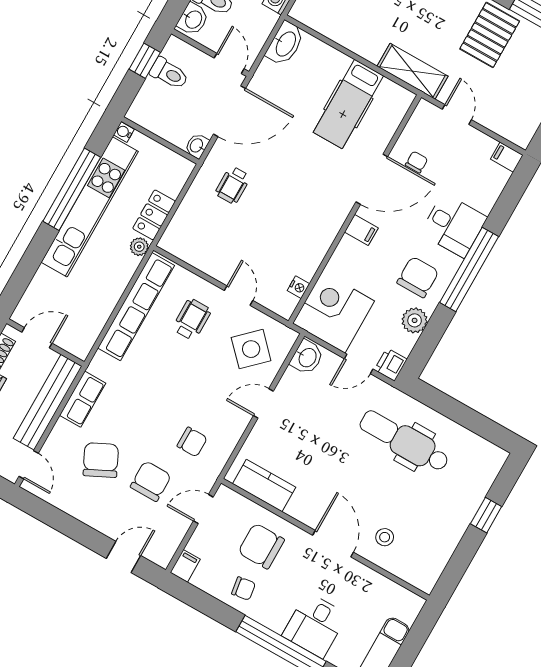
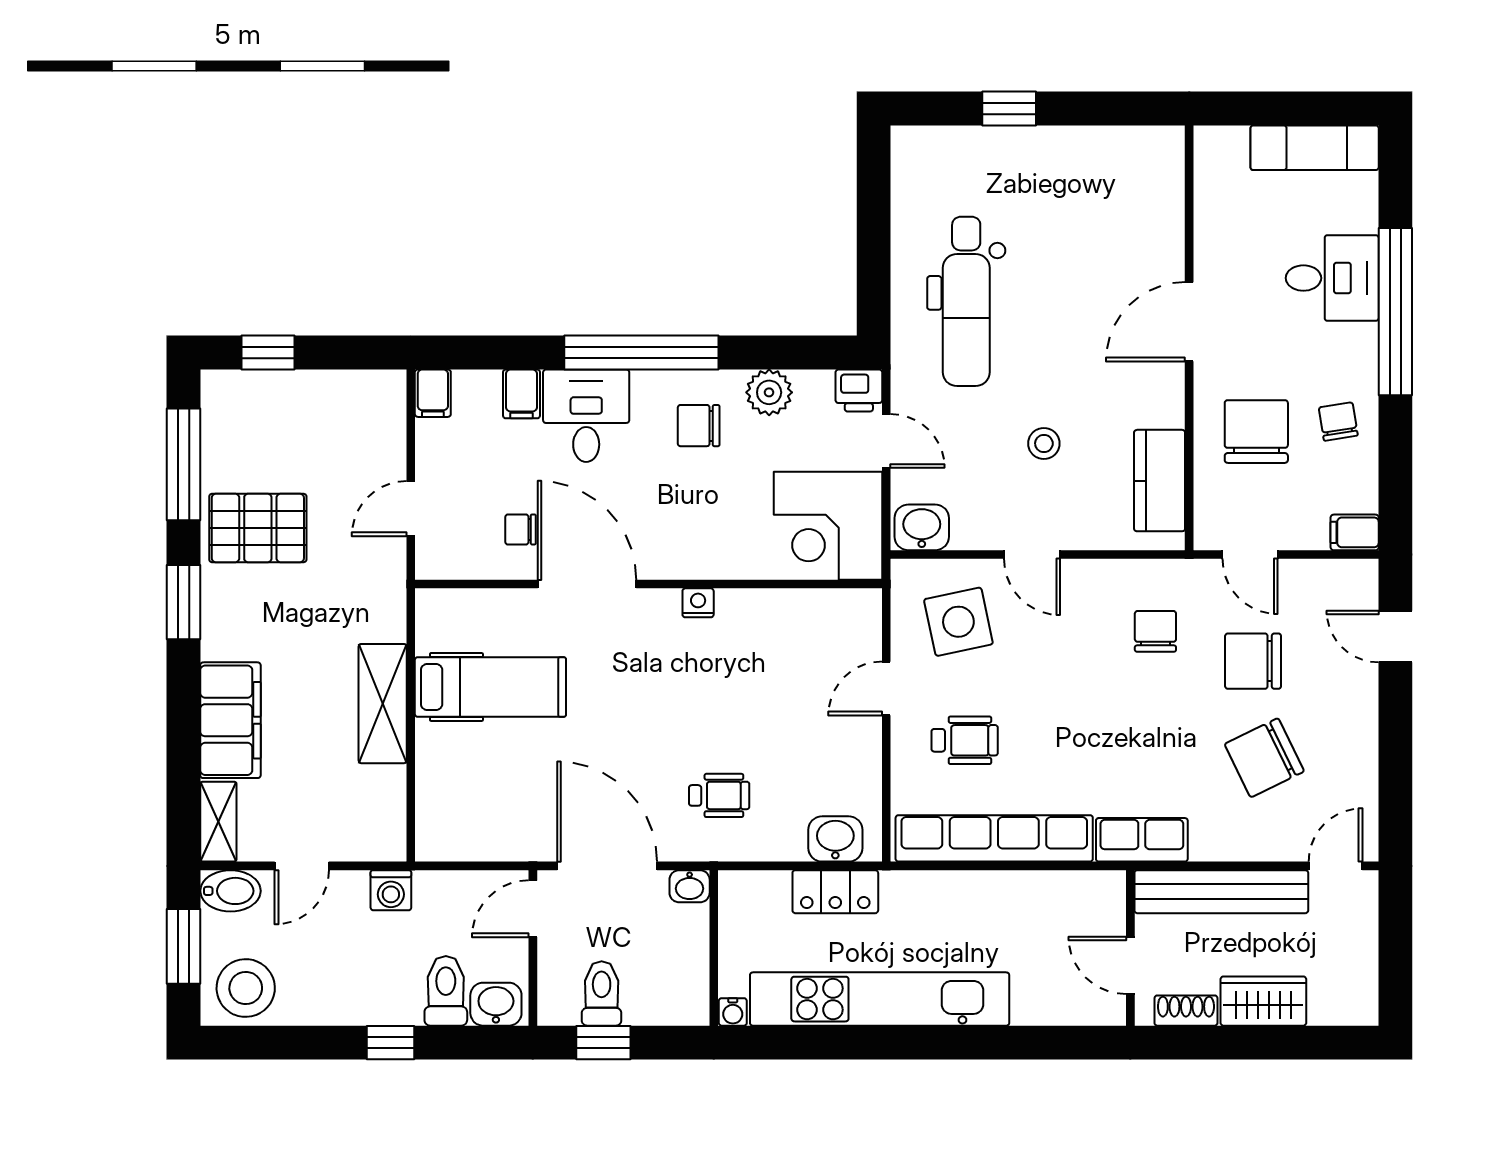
washbasin: (285, 44) -> (835, 839), moved, width x0.72
shelving: (412, 71) -> (383, 704), moved
window: (72, 189) -> (868, 1043), removed
filing cabinet: (361, 230) -> (521, 394), moved, turned 180
plant: (139, 247) -> (898, 887), removed
chair: (418, 277) -> (699, 426), width x0.73, depth x0.73
nightstand: (298, 287) -> (698, 603), moved
wheelchair: (192, 319) -> (965, 740), turned 180
side table: (251, 349) -> (958, 622), turned 32
row of seats: (83, 399) -> (1142, 840), moved
stool: (385, 537) -> (1044, 443), moved
chair: (261, 546) -> (1256, 432), turned 180

